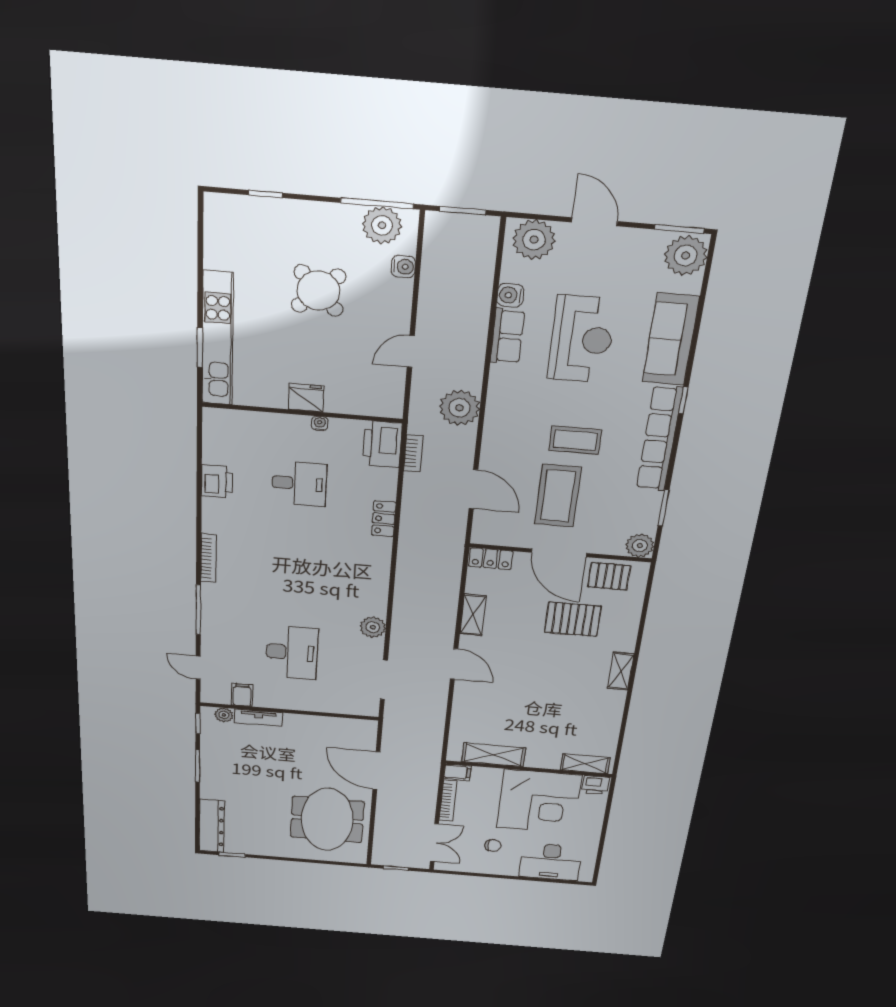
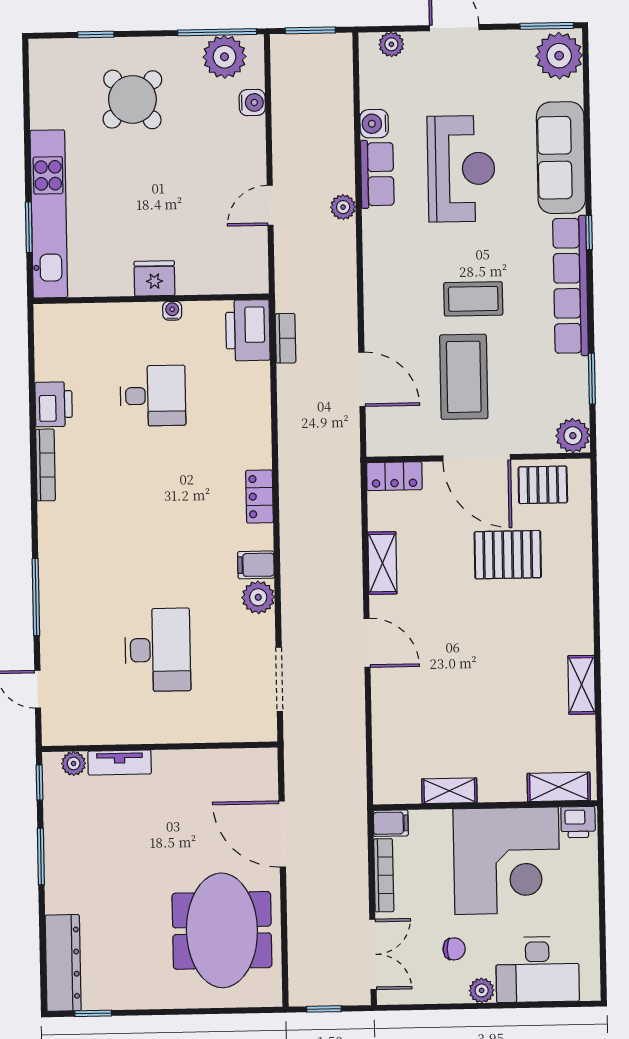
plant: (534, 240) -> (391, 44), width x0.53, depth x0.53
round table: (318, 291) -> (132, 99), moved
plant: (459, 408) -> (343, 207), moved, width x0.53, depth x0.53
locker: (384, 519) -> (259, 497), moved
bookcase: (208, 558) -> (46, 465), moved
shelving: (621, 671) -> (582, 685), moved
filing cabinet: (242, 695) -> (256, 565), moved, turned -90
shelving: (494, 755) -> (449, 791), width x0.67, depth x0.75
plant: (509, 869) -> (482, 990), added

